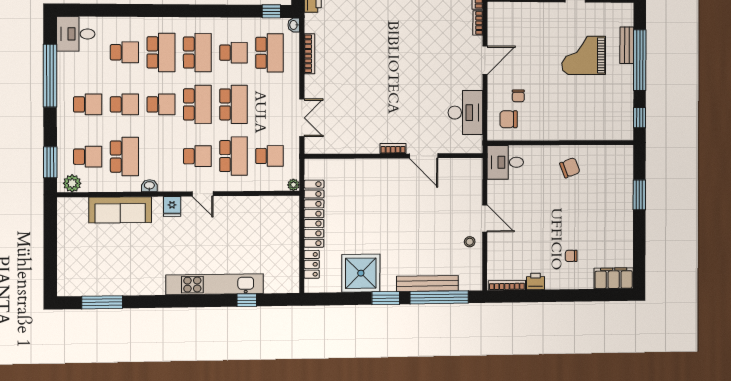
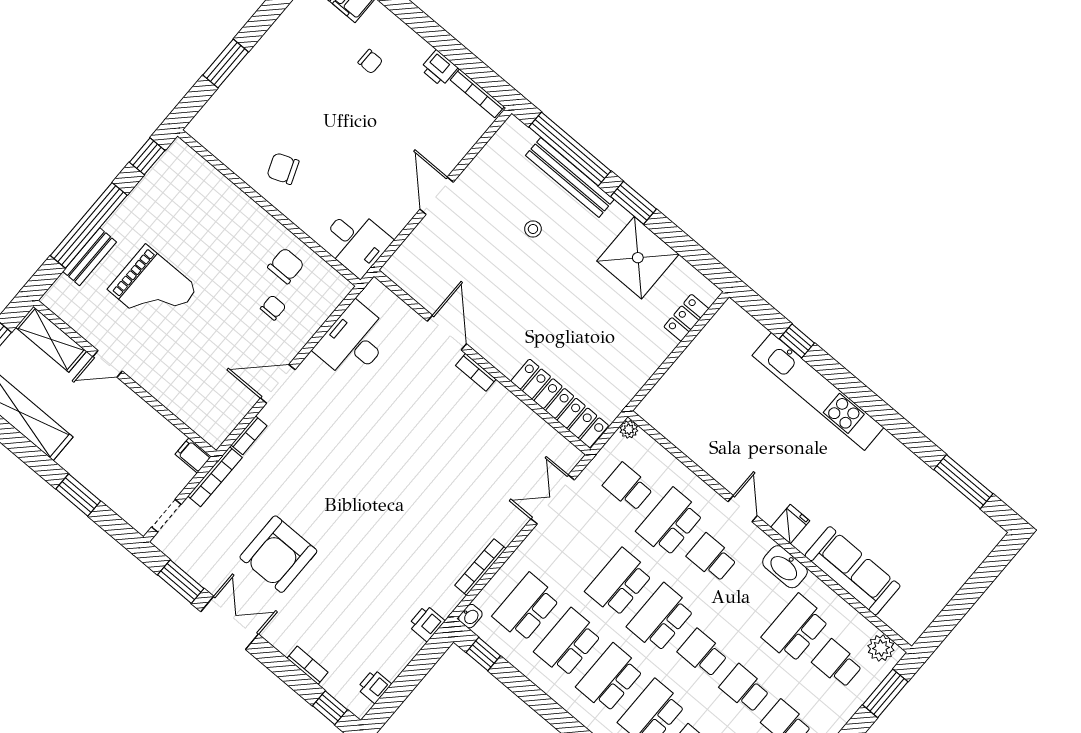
school desk: (234, 53) -> (568, 643), width x1.85
chair: (509, 119) -> (286, 266), moved, turned -90
washbasin: (149, 186) -> (785, 567), width x1.91, depth x1.45
locker: (314, 214) -> (560, 403), moved, turned 90
stool: (470, 242) -> (533, 229), moved

